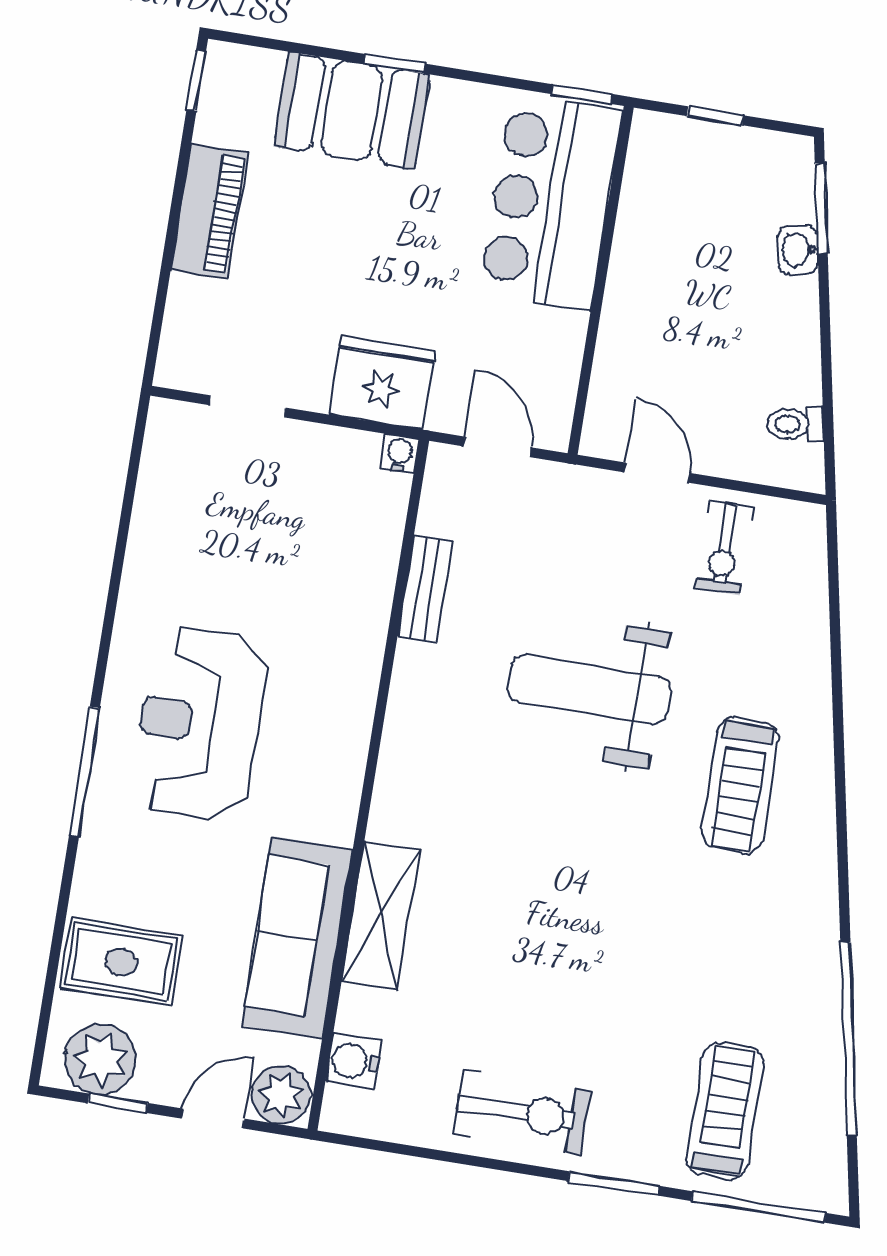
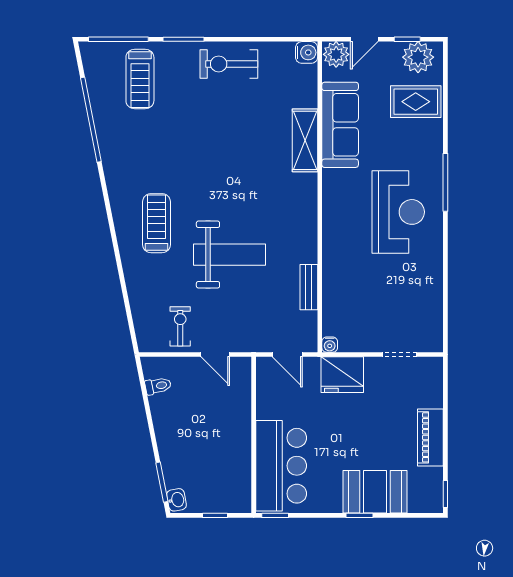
washbasin: (798, 250) -> (176, 500), moved
water cooler: (354, 1061) -> (307, 52), moved

